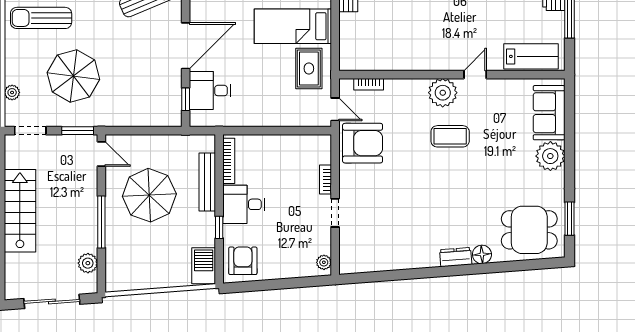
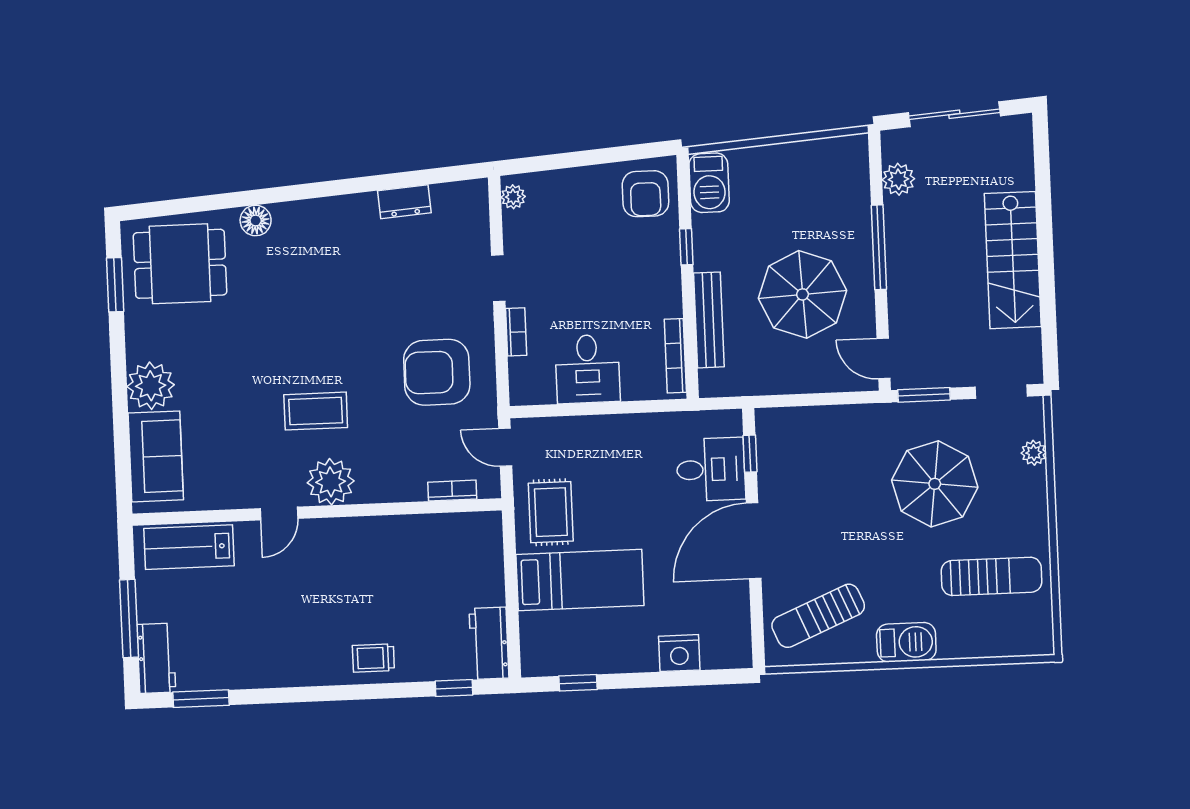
armchair: (363, 143) -> (437, 372), moved
desk: (244, 204) -> (587, 369), moved, turned 90
dresser: (456, 257) -> (404, 202), moved

